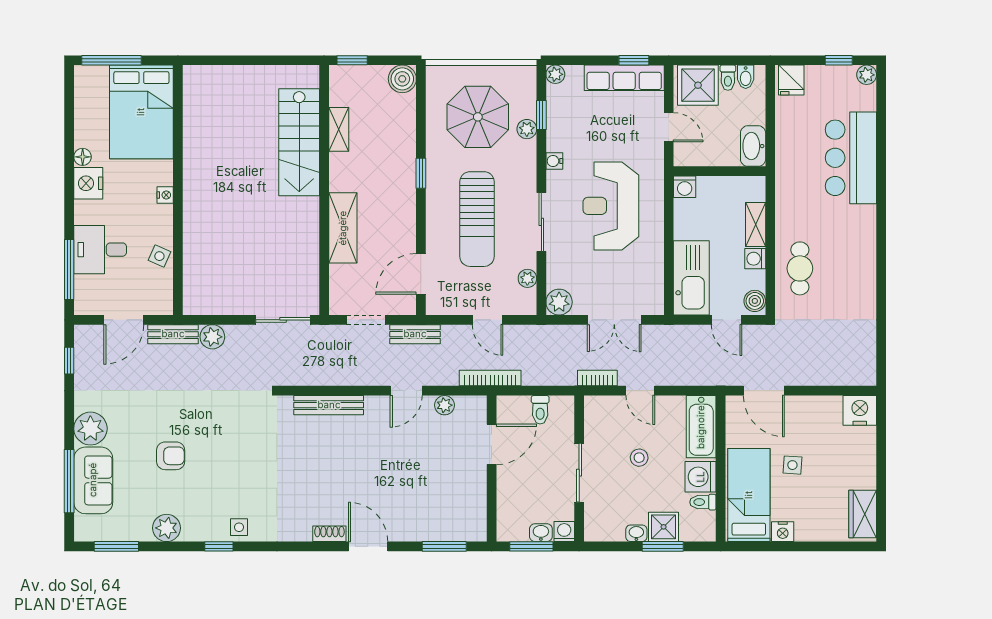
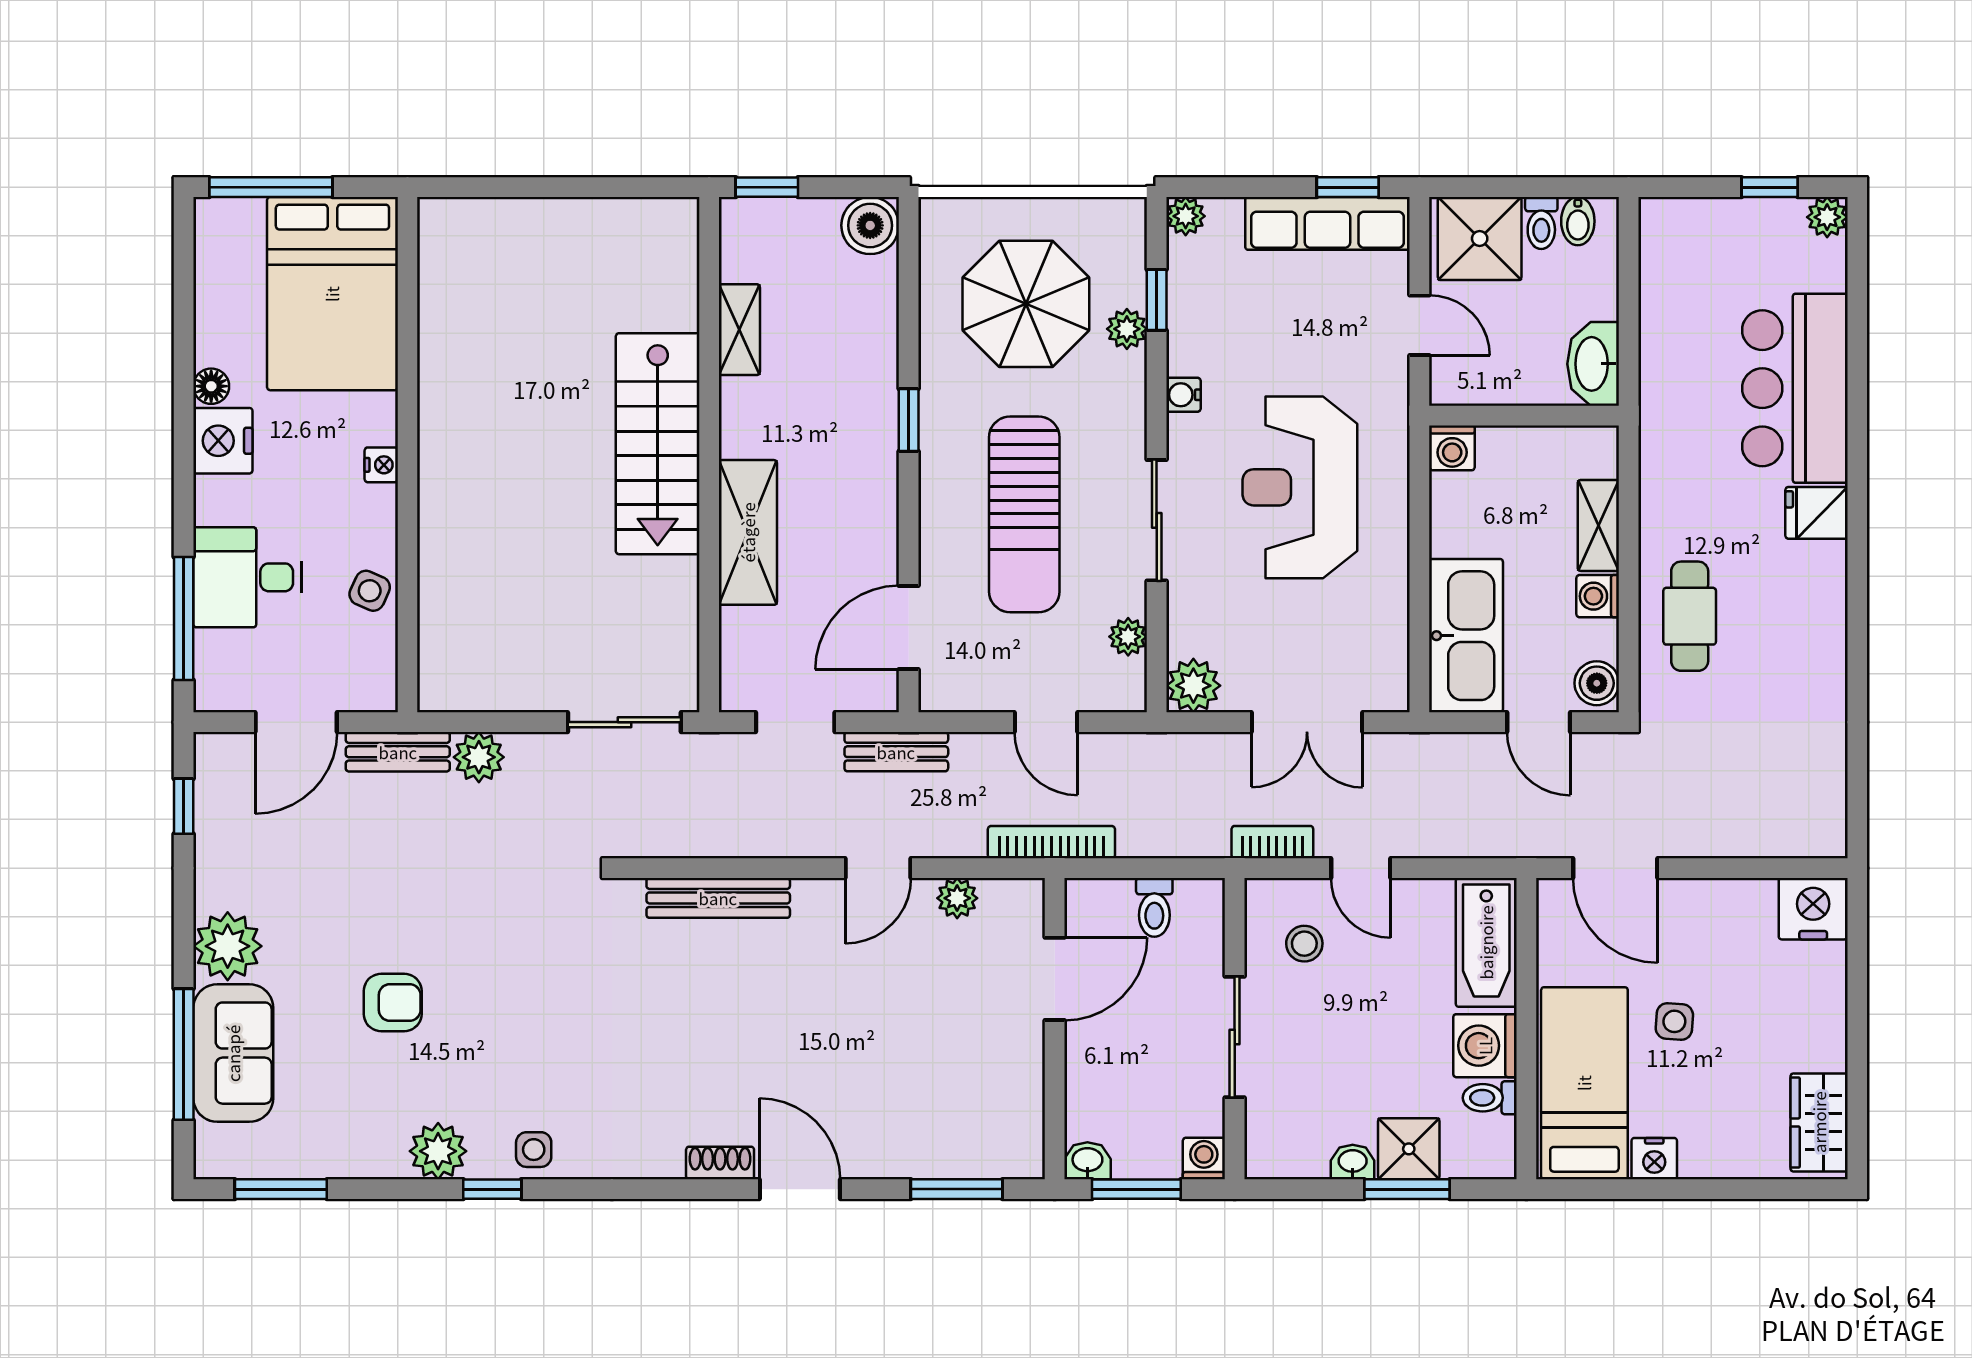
fridge: (791, 80) -> (1816, 513), moved, turned 90
stairs: (299, 142) -> (658, 444), moved
stool: (639, 458) -> (1304, 944), moved
plant: (167, 528) -> (438, 1151), moved
washbasin: (541, 533) -> (1087, 1161), moved

